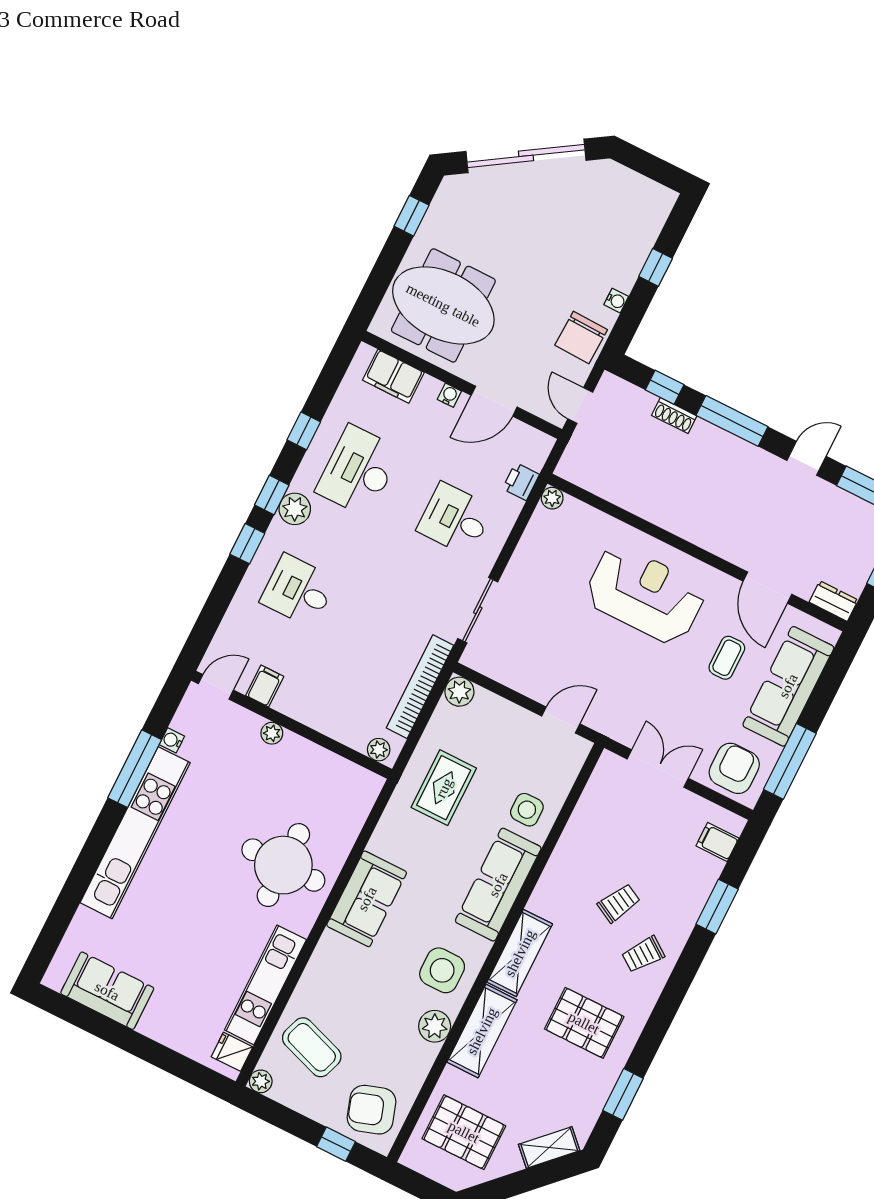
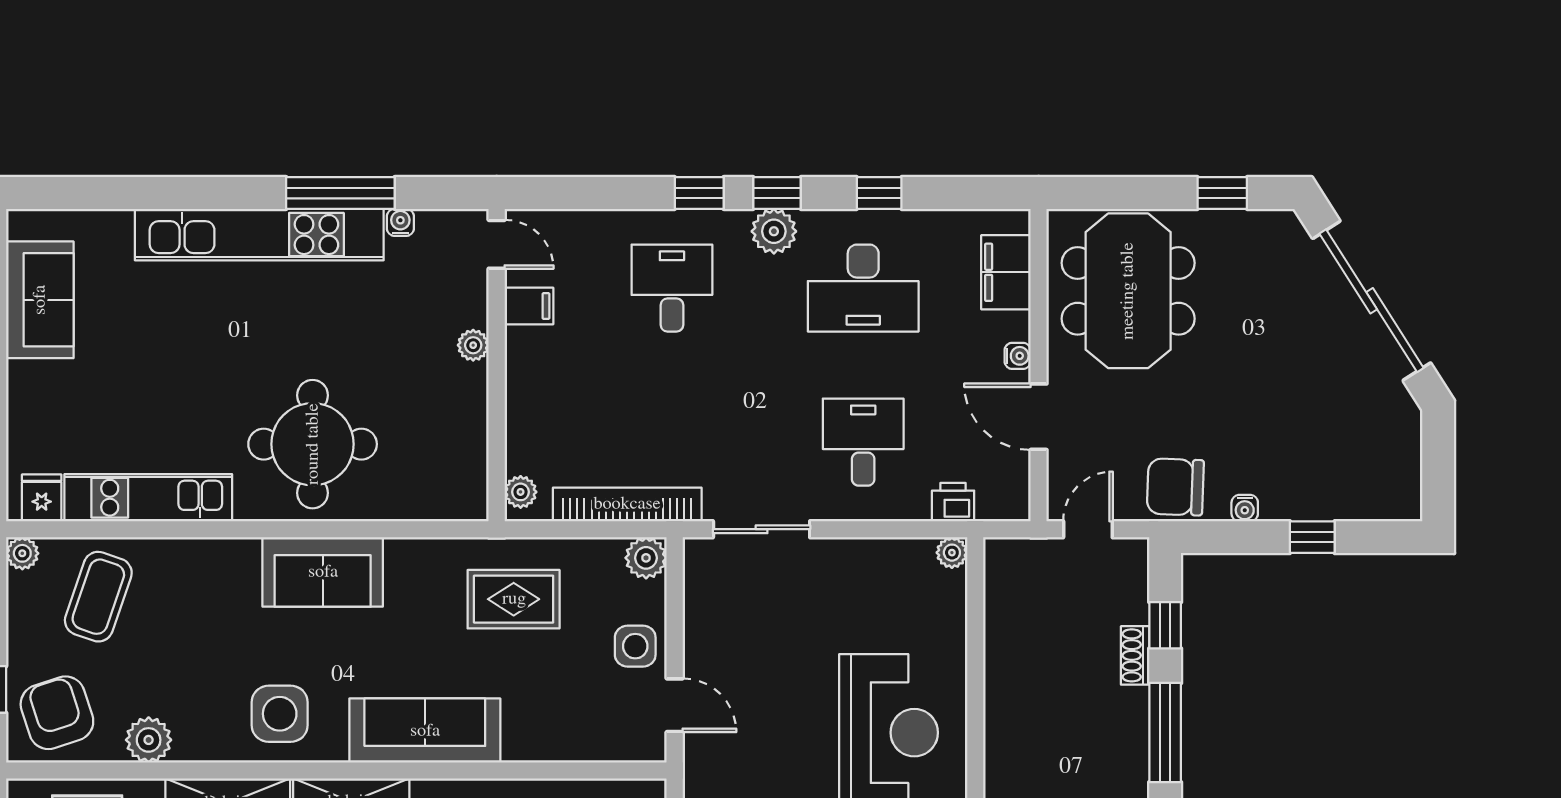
desk: (358, 471) -> (863, 288), turned 180
side table: (527, 810) -> (635, 646), moved
plant: (435, 1026) -> (149, 740), moved

